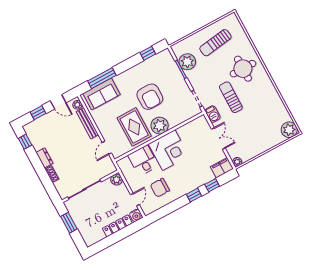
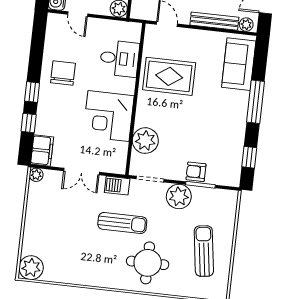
plant: (187, 62) -> (179, 196), moved
window: (102, 78) -> (256, 102), moved
armchair: (150, 97) -> (196, 172), moved, width x0.53, depth x0.53
plant: (160, 126) -> (145, 141), moved
corner desk: (169, 150) -> (108, 116), moved
chair: (160, 188) -> (63, 73), moved

